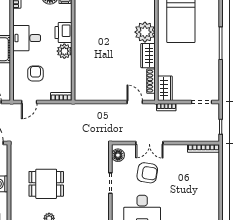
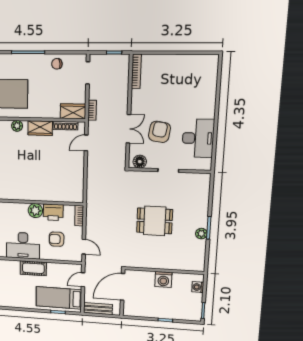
plant: (145, 32) -> (17, 126), width x0.53, depth x0.53
printer: (63, 33) -> (53, 212), moved
desk: (27, 38) -> (23, 246), width x1.37
chair: (210, 72) -> (57, 64), added
dining table: (46, 184) -> (155, 221), moved, turned 90

